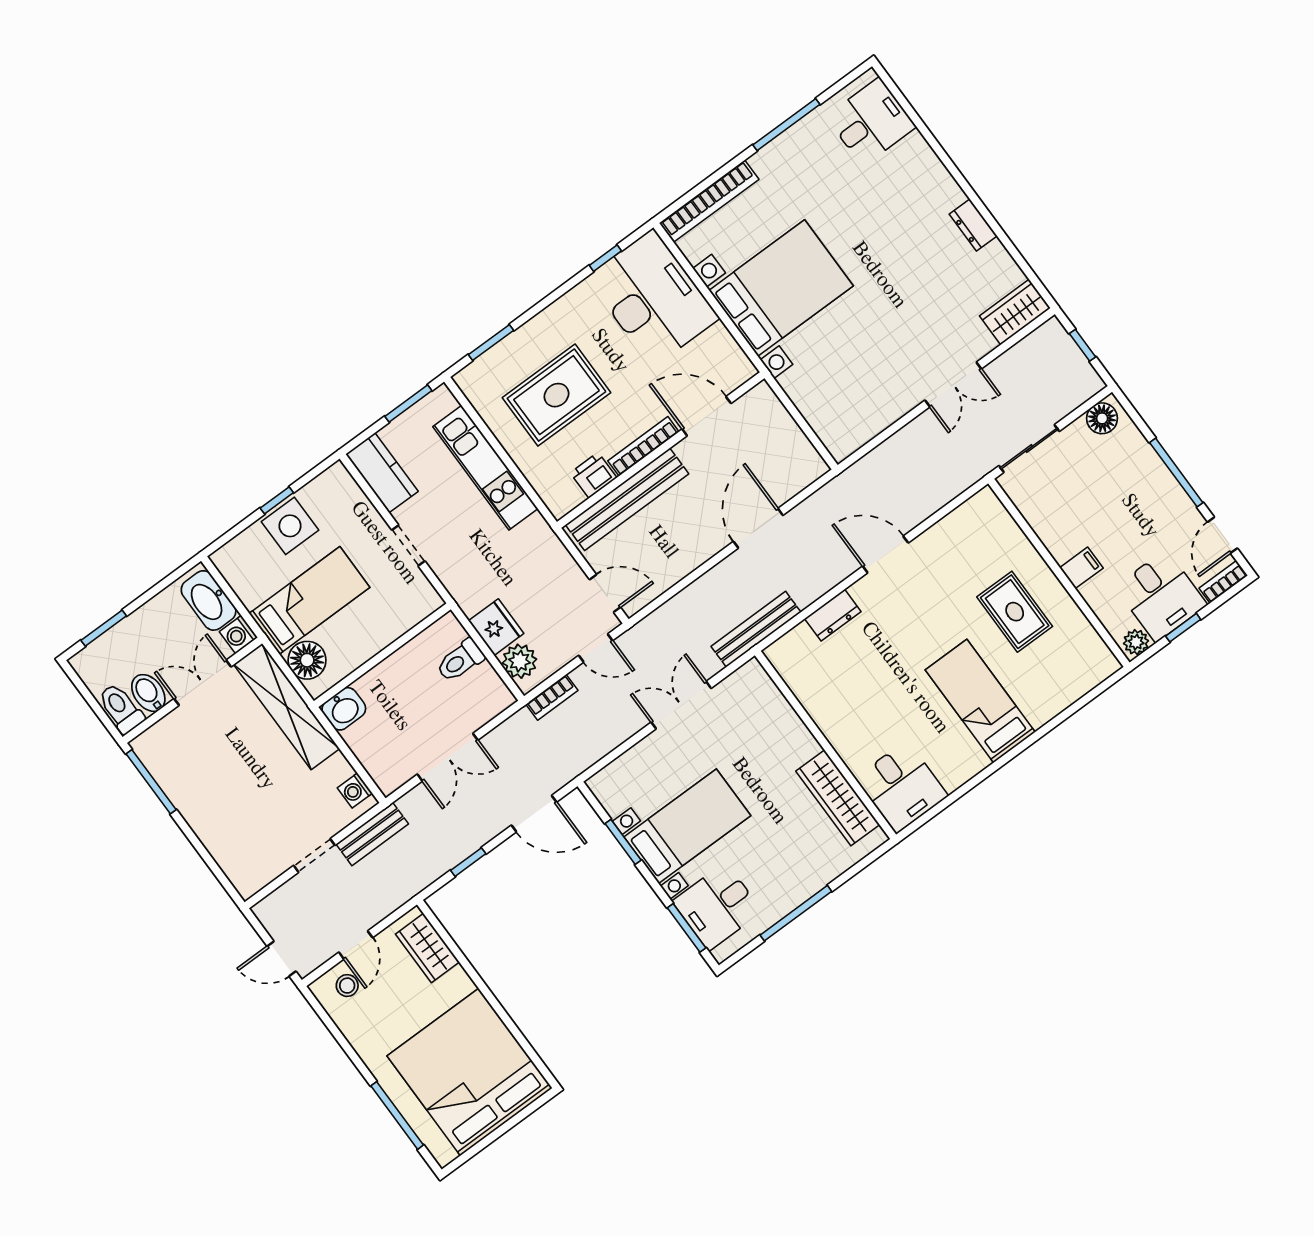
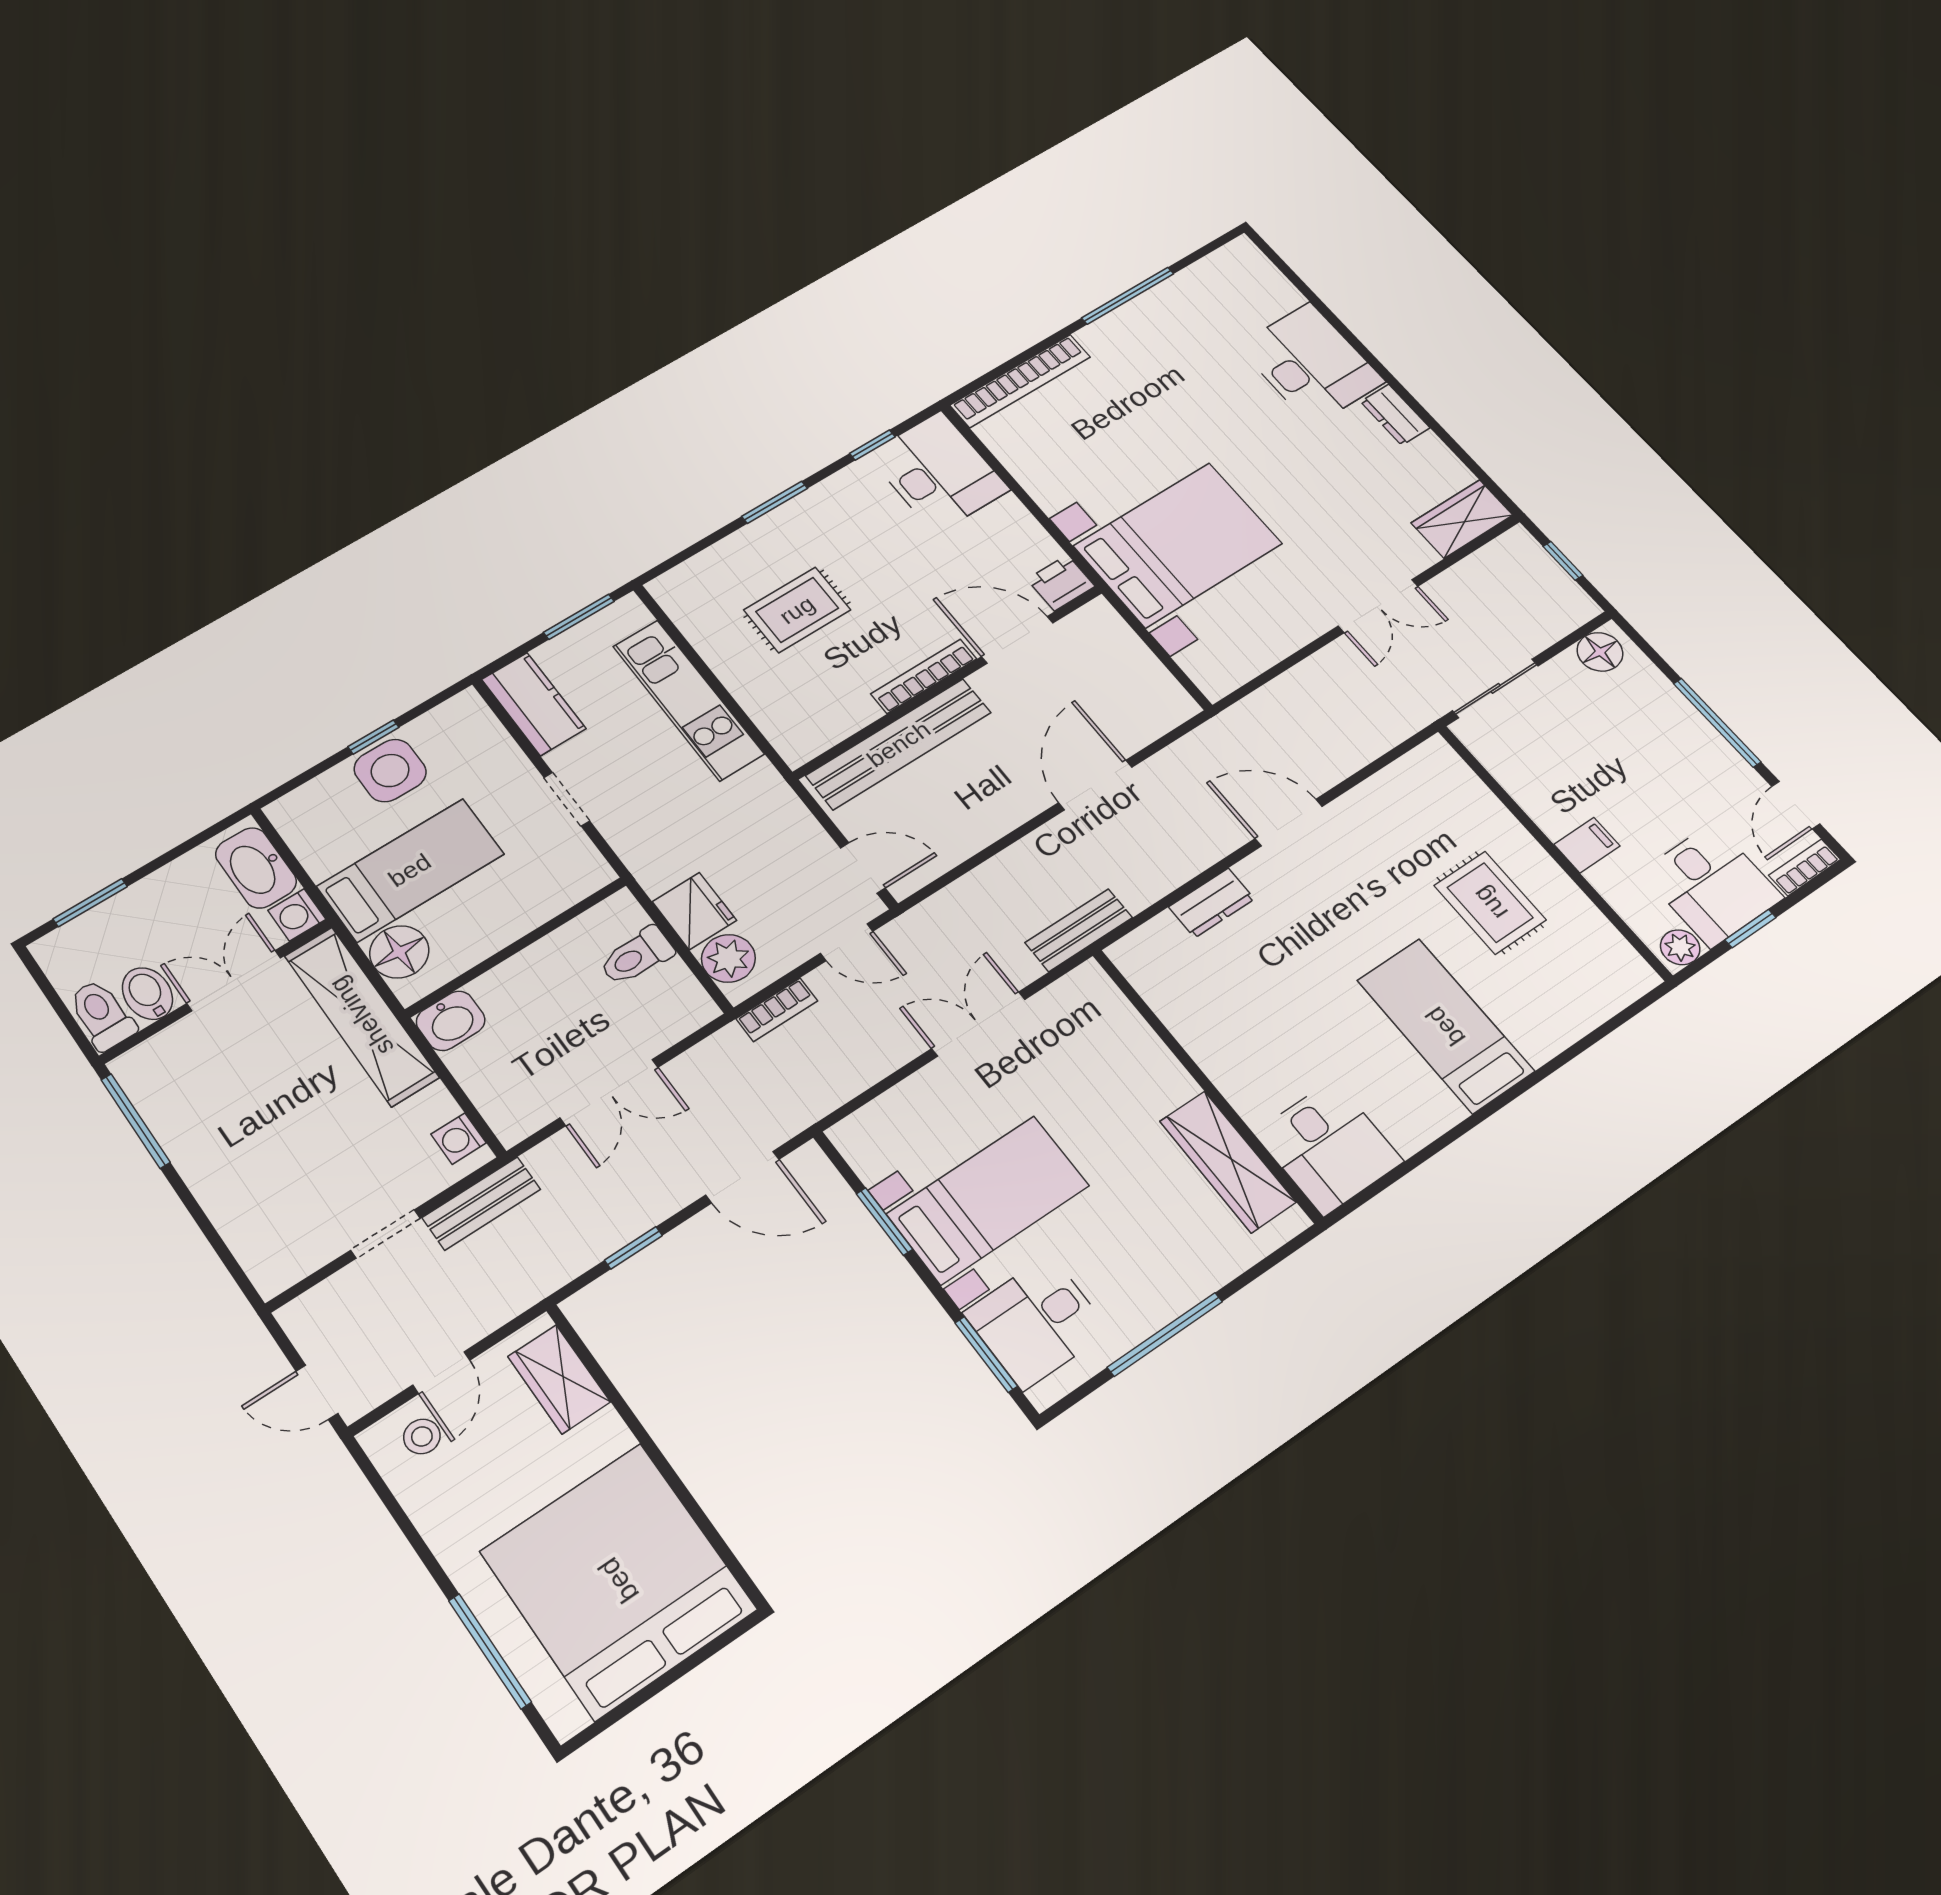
desk: (871, 122) -> (1311, 364), moved, width x1.37
bed with nightstands: (781, 288) -> (1178, 545), moved
desk: (653, 298) -> (938, 472), width x0.73, depth x0.77
window: (491, 342) -> (775, 502), moved
rug: (557, 395) -> (797, 610), width x0.73, depth x0.70
printer: (593, 475) -> (1061, 583), moved
bench: (756, 629) -> (1079, 930), width x0.73

